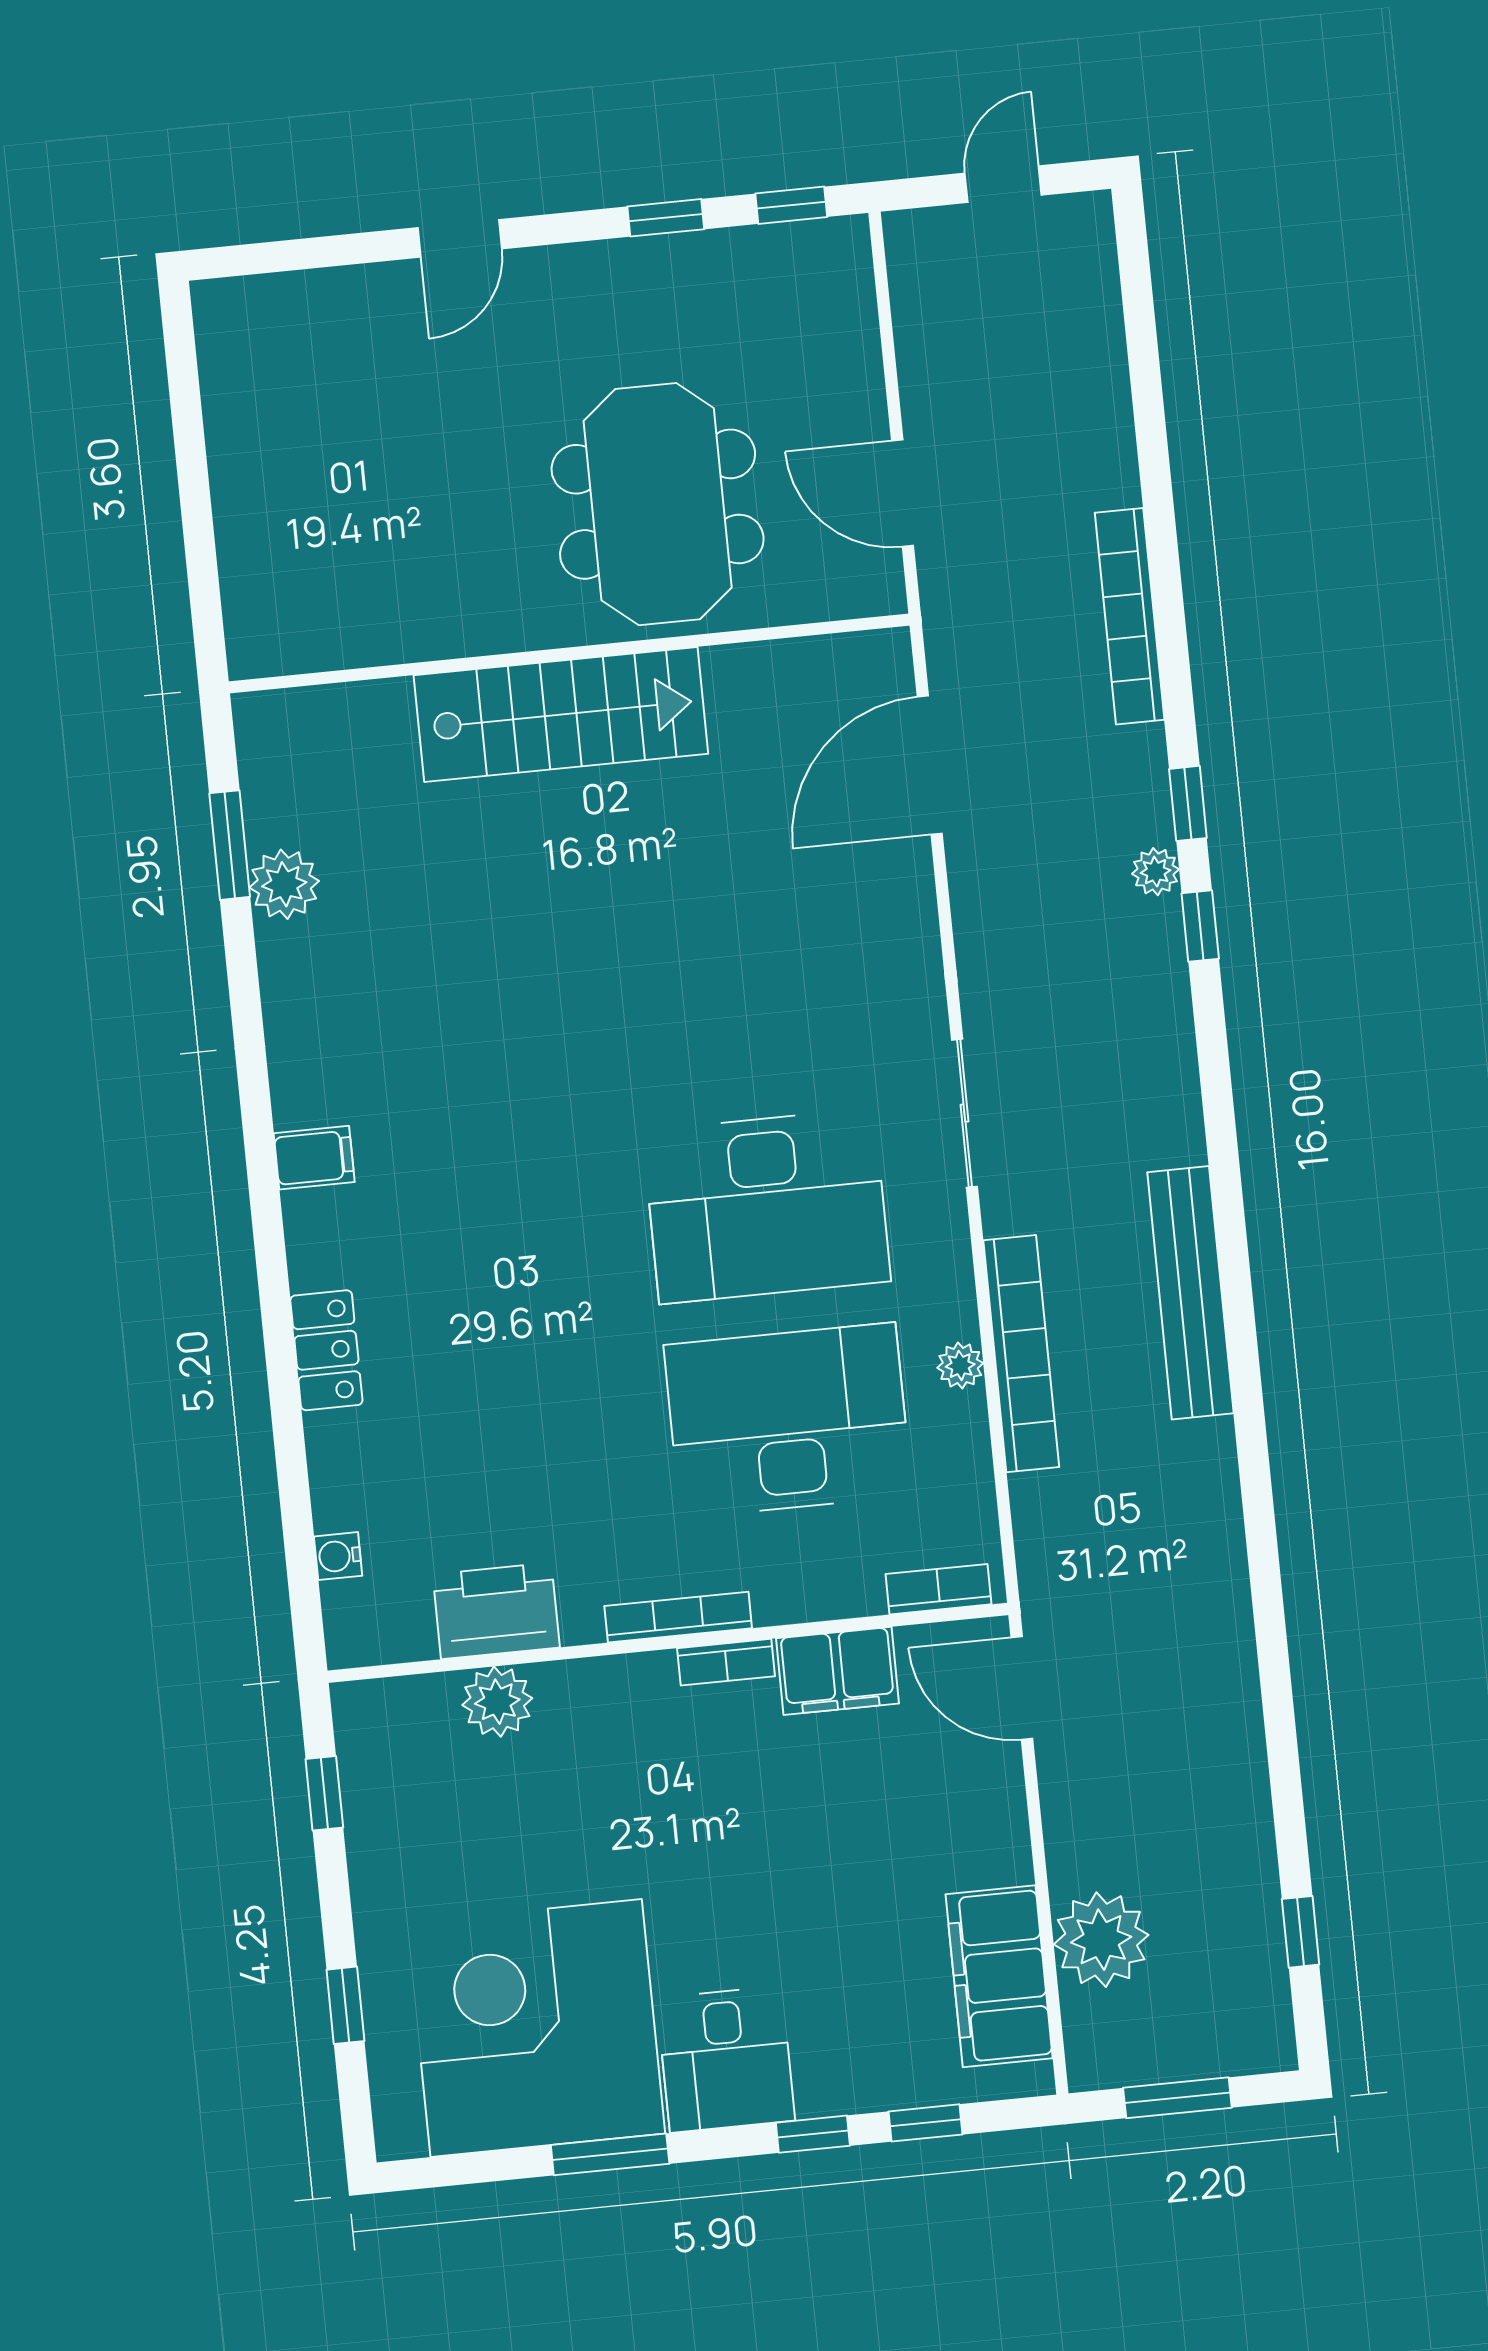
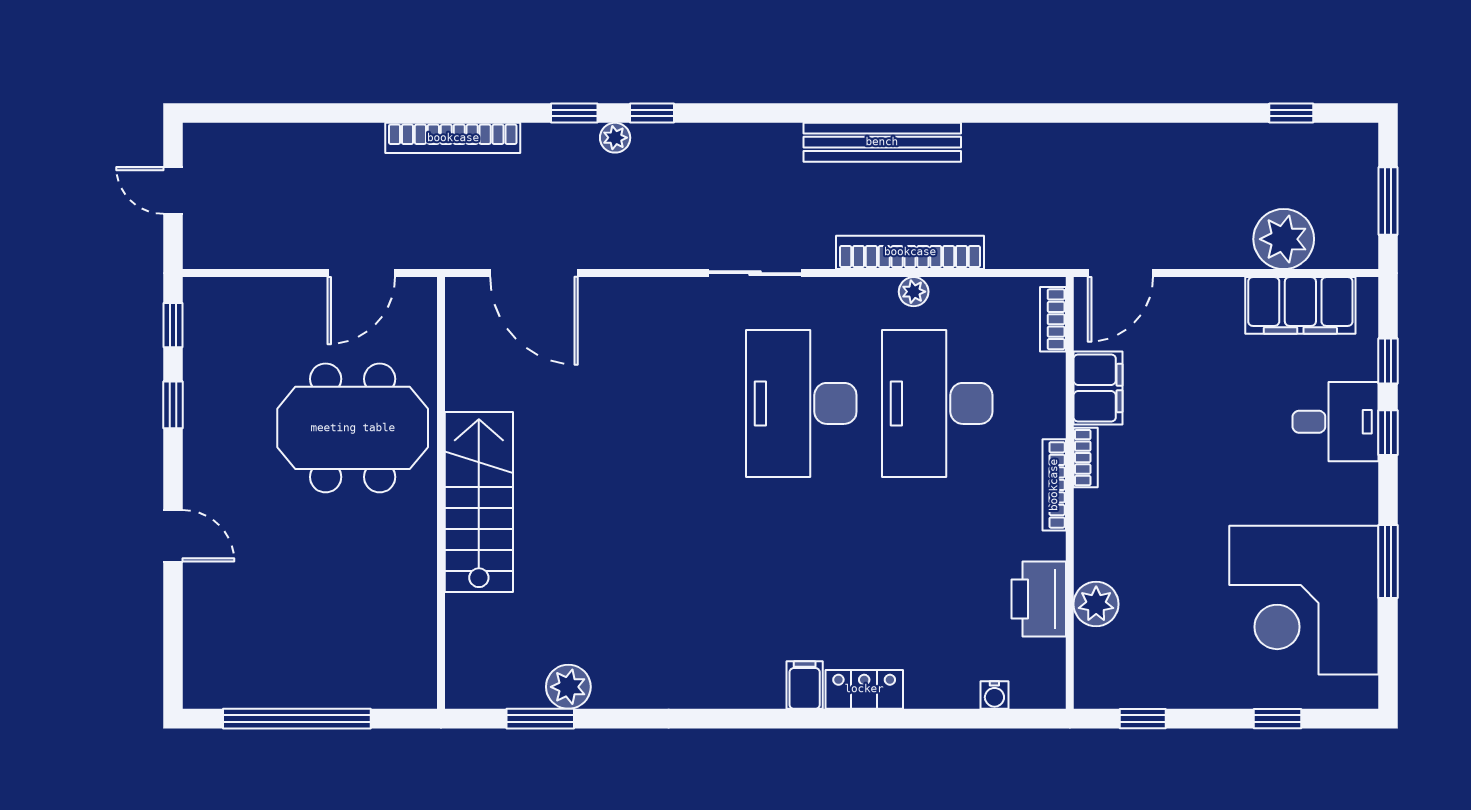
window: (191, 462) -> (297, 719), added
filing cabinet: (314, 1158) -> (805, 685), moved
desk: (767, 1206) -> (801, 403), turned 180
desk: (726, 2059) -> (1336, 422), moved

